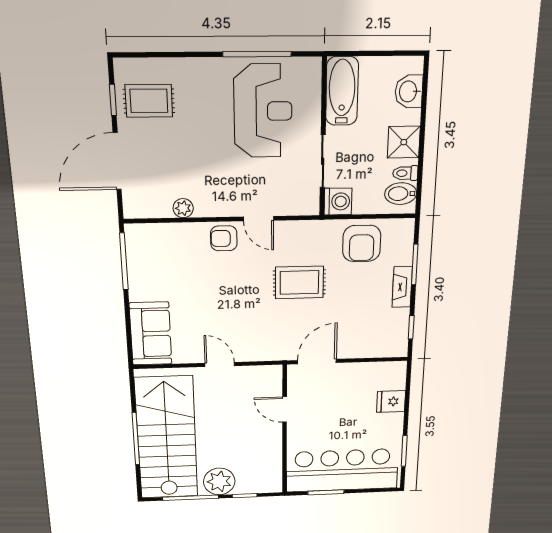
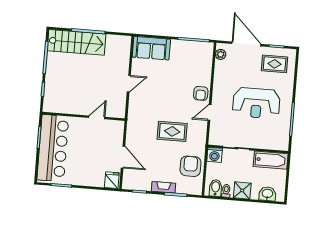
rug: (149, 101) -> (275, 64), turned 90
reception desk: (263, 111) -> (256, 103), moved
plant: (183, 208) -> (221, 54), moved
armchair: (224, 238) -> (201, 93), turned 180
armchair: (362, 243) -> (191, 166), turned 90
rug: (299, 282) -> (172, 131), turned 90
door: (317, 362) -> (123, 157), moved
fridge: (391, 401) -> (112, 180), moved
stairs: (167, 438) -> (77, 42), width x0.73, depth x0.66
plant: (219, 481) -> (54, 75), removed

